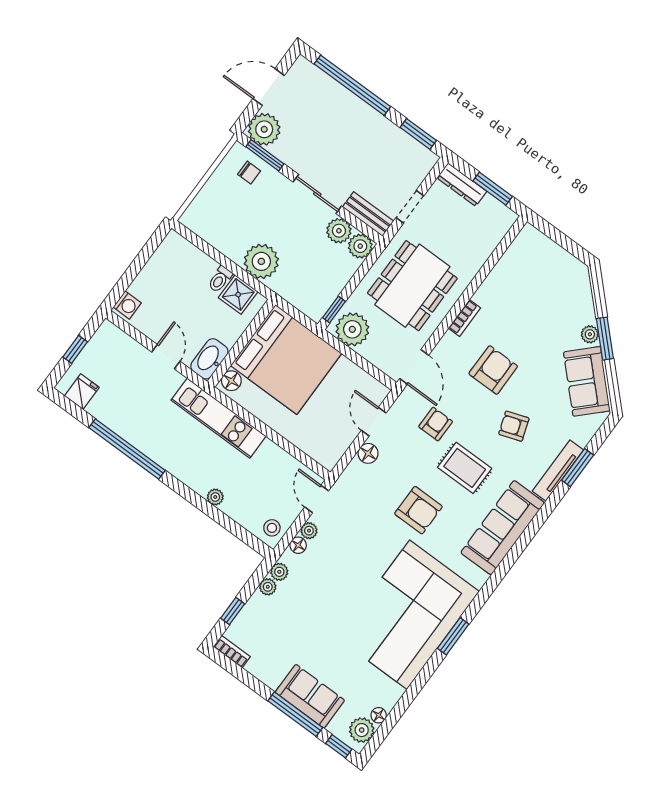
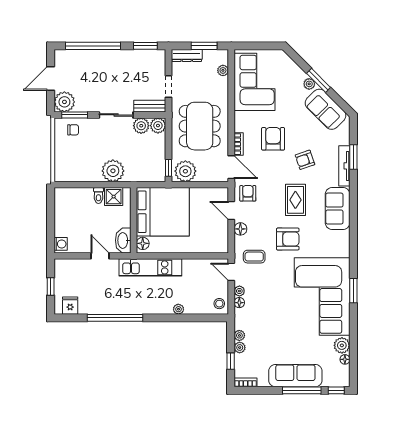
plant: (494, 237) -> (223, 70), added
corner sofa: (523, 281) -> (255, 82), added
bookcase: (464, 318) -> (239, 144), moved
armchair: (436, 424) -> (248, 193), moved
rug: (465, 468) -> (295, 200), turned 90
coffee table: (360, 501) -> (254, 257), added
sofa: (503, 528) -> (338, 209), width x0.73
plant: (279, 572) -> (240, 348), moved
sofa: (310, 696) -> (295, 376), width x1.36
plant: (362, 730) -> (342, 345), moved

